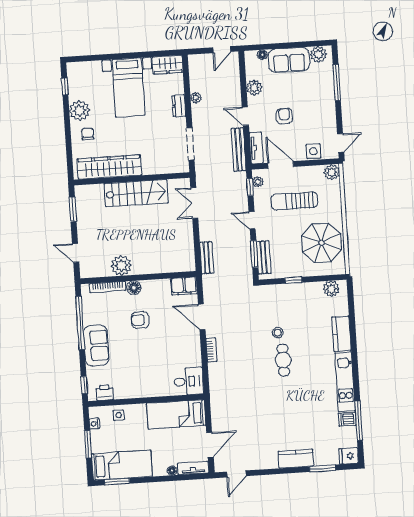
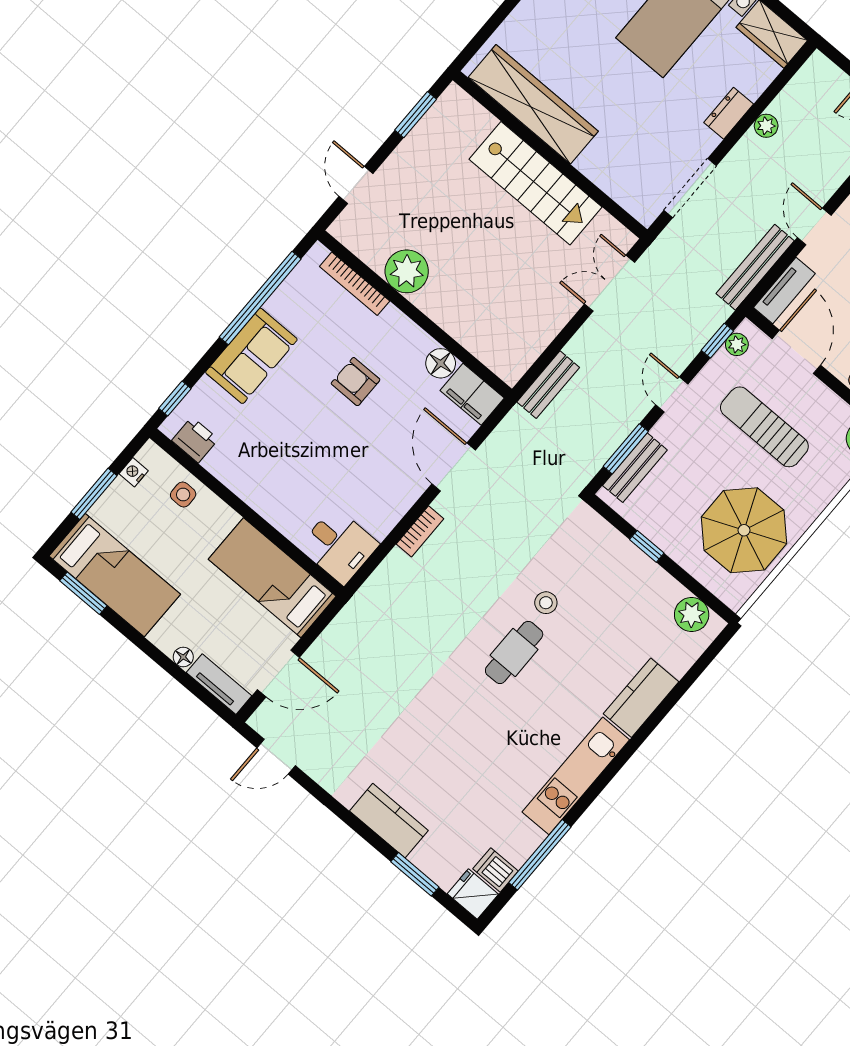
chair: (88, 134) -> (549, 22), removed
floor lamp: (134, 288) -> (441, 363), moved
dishwasher: (347, 419) -> (495, 870), moved

